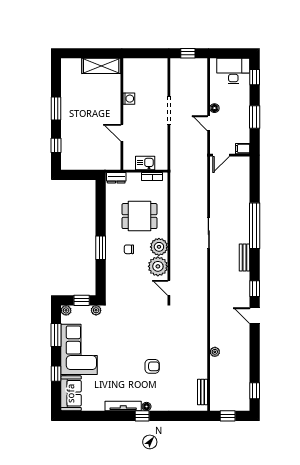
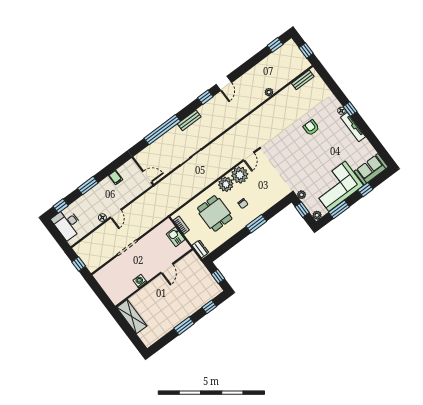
door: (221, 155) -> (147, 177), moved
wall: (230, 155) -> (143, 171), moved
window: (78, 175) -> (218, 276), added

